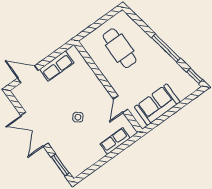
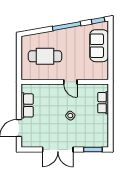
door: (121, 104) -> (70, 82), moved
sofa: (157, 105) -> (99, 46), moved

